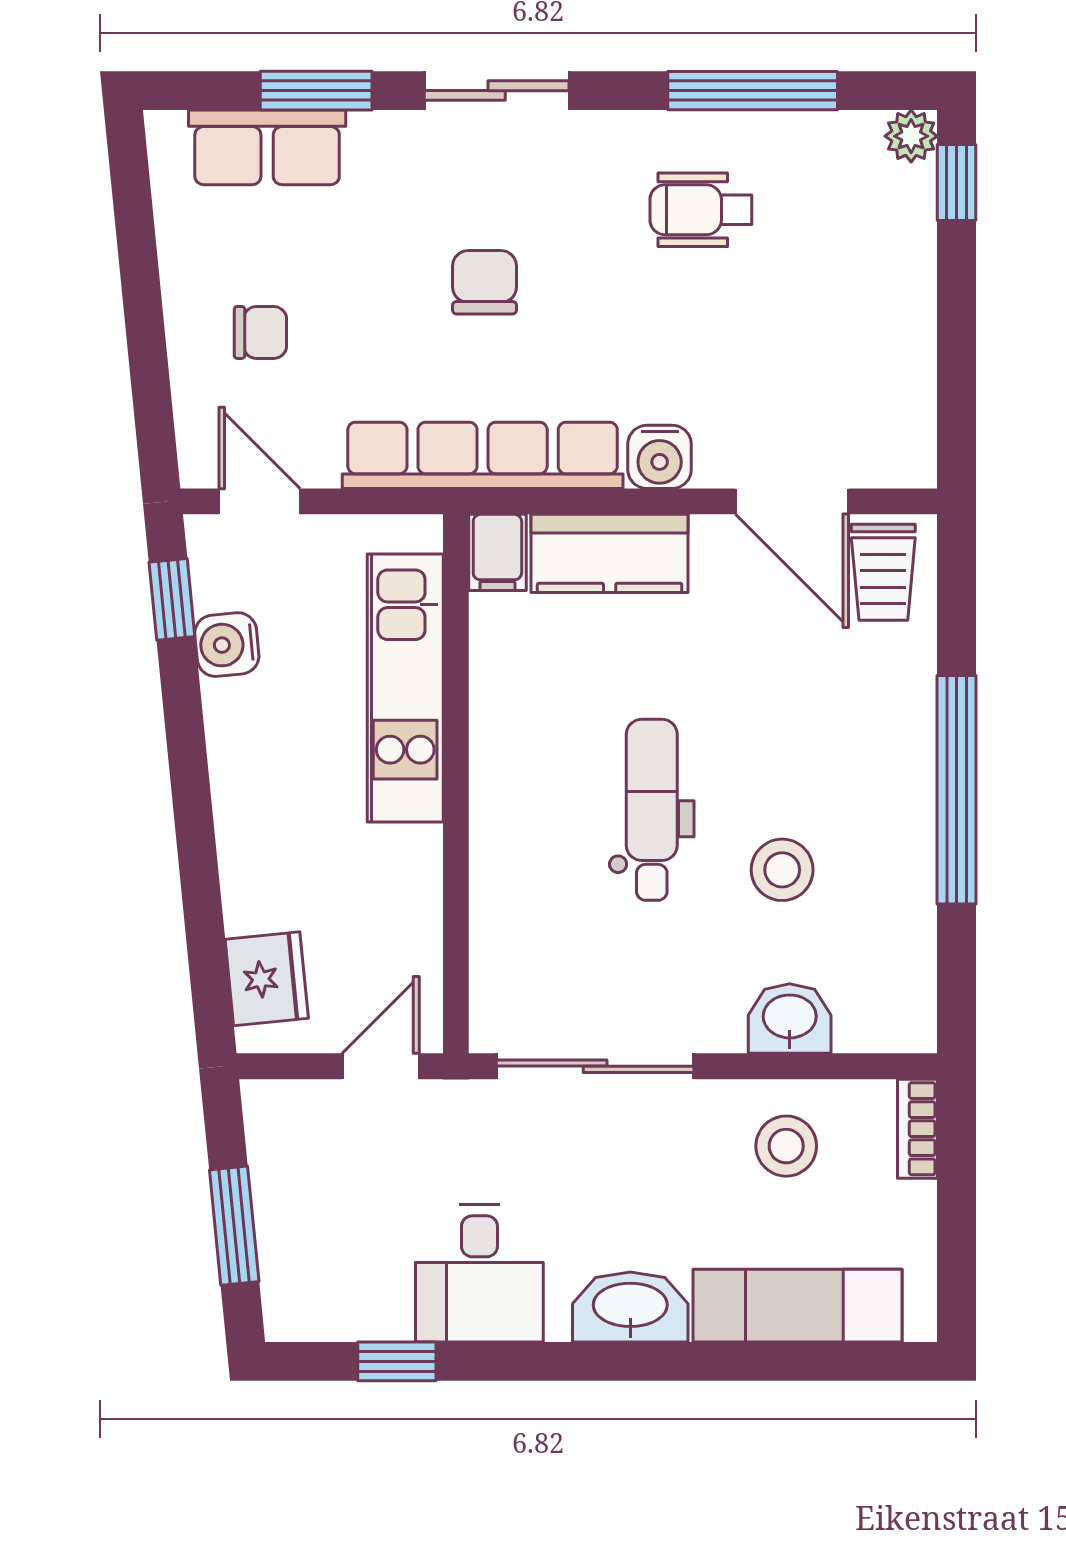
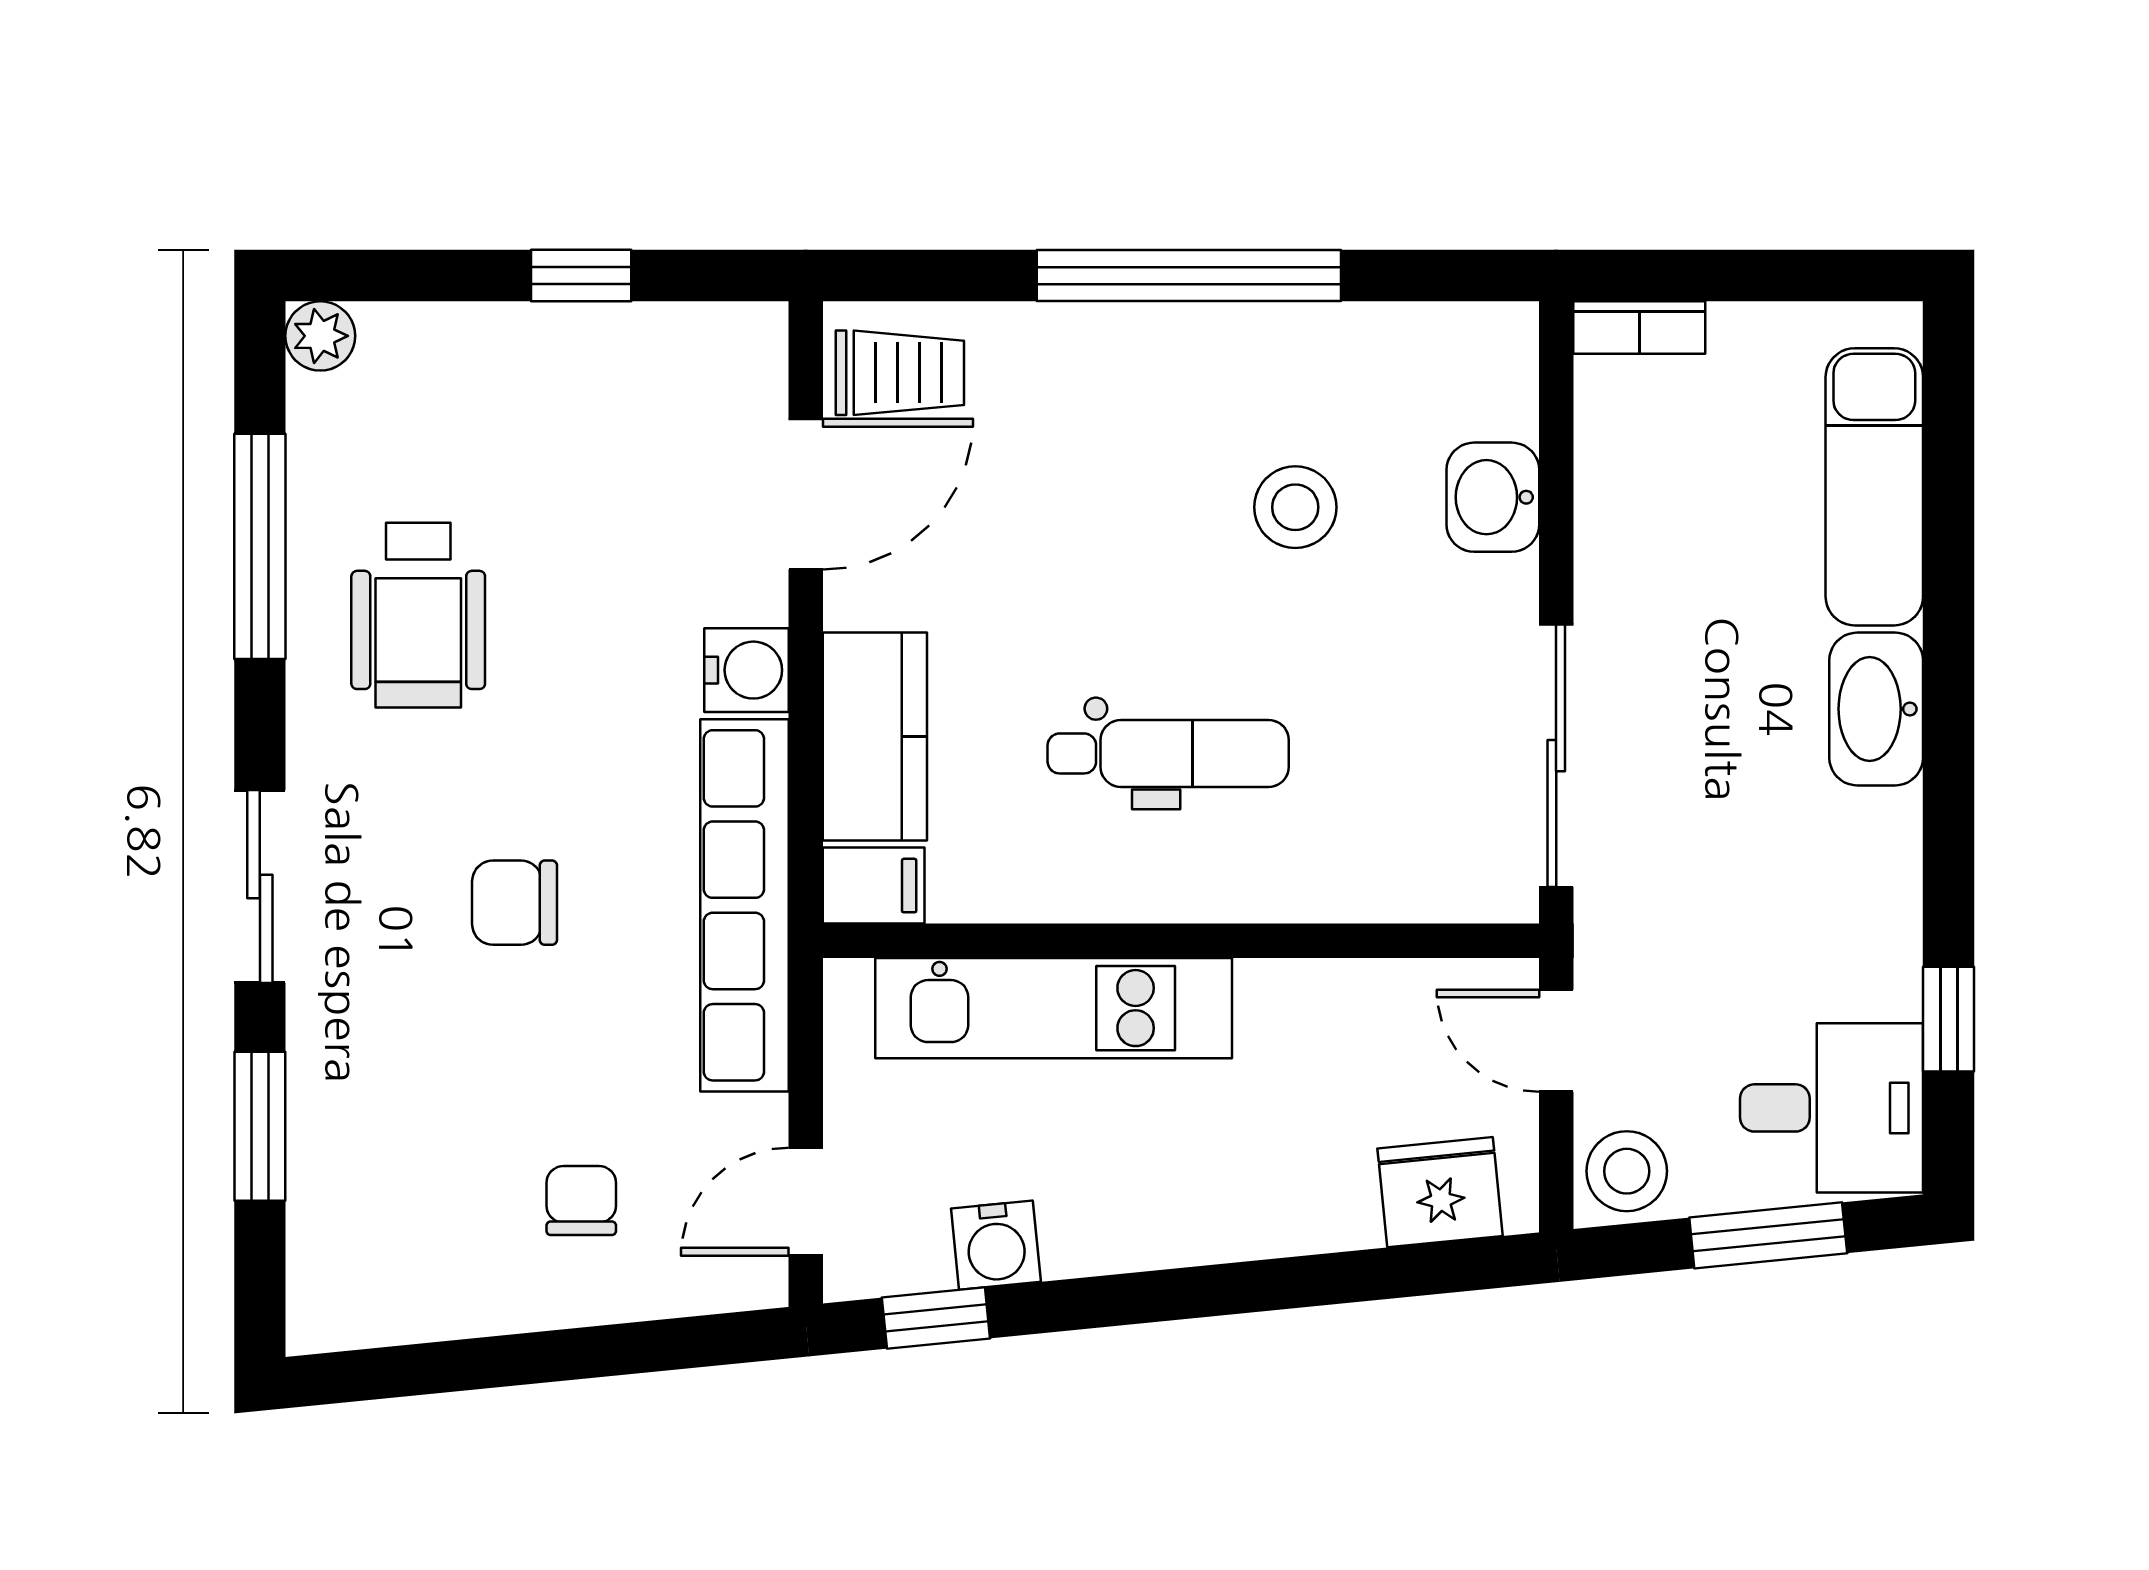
row of seats: (267, 147) -> (335, 1192), removed
window: (956, 183) -> (581, 276), moved
wheelchair: (701, 210) -> (418, 615), width x1.36, depth x1.37
dental chair: (652, 810) -> (1168, 753), moved, turned 180
stool: (786, 1146) -> (1627, 1171), moved
desk: (479, 1273) -> (1832, 1108), moved

